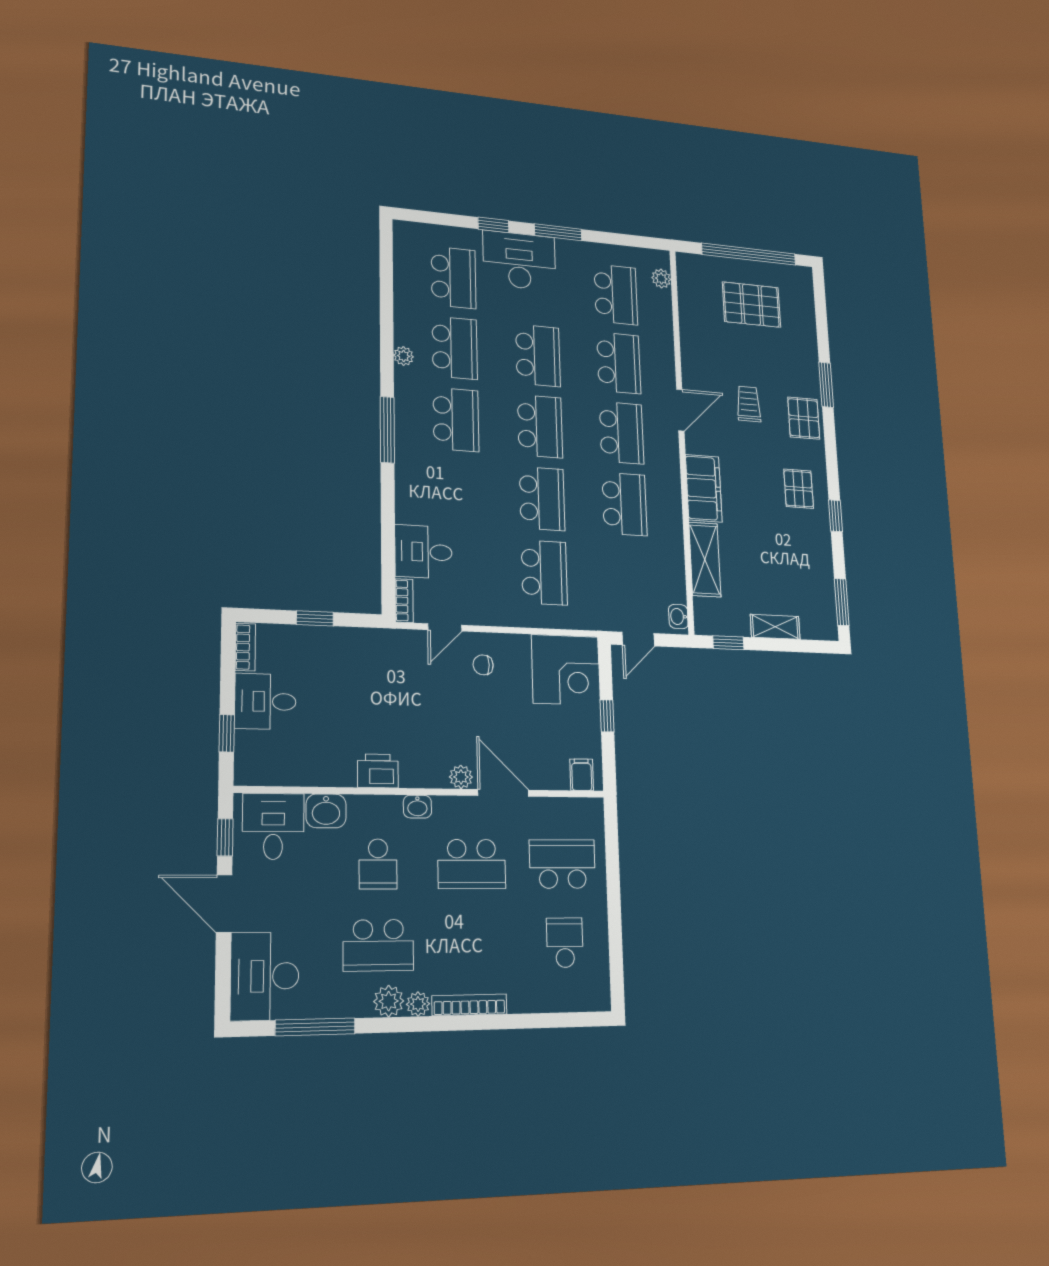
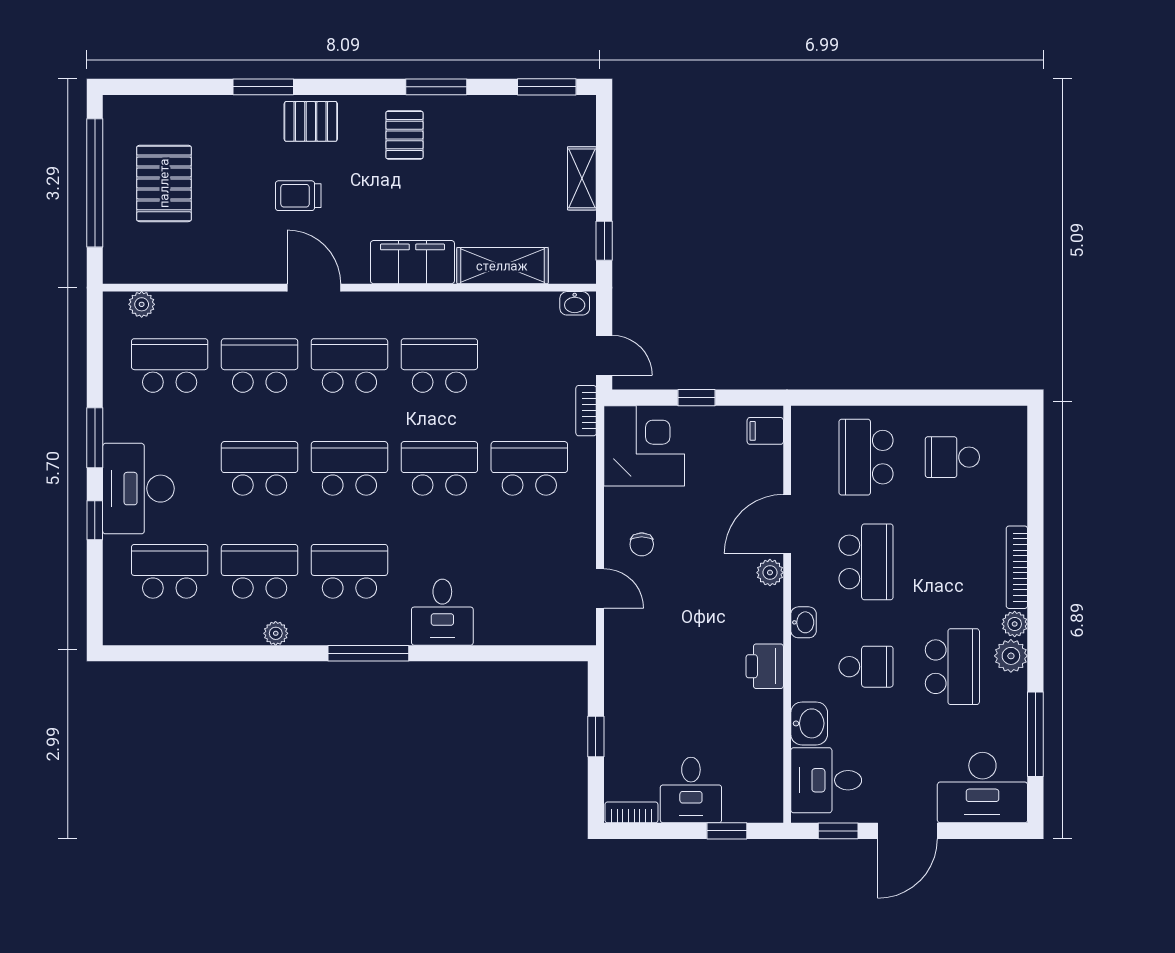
pallet: (799, 489) -> (404, 135), turned 90
window: (836, 516) -> (436, 87), width x1.50
desk: (423, 552) -> (442, 612), moved
bookcase: (404, 601) -> (586, 411), moved, turned -90

